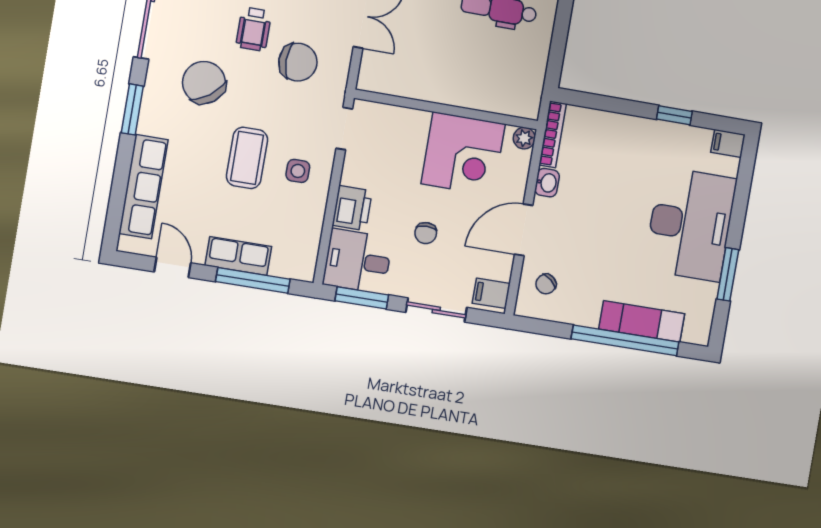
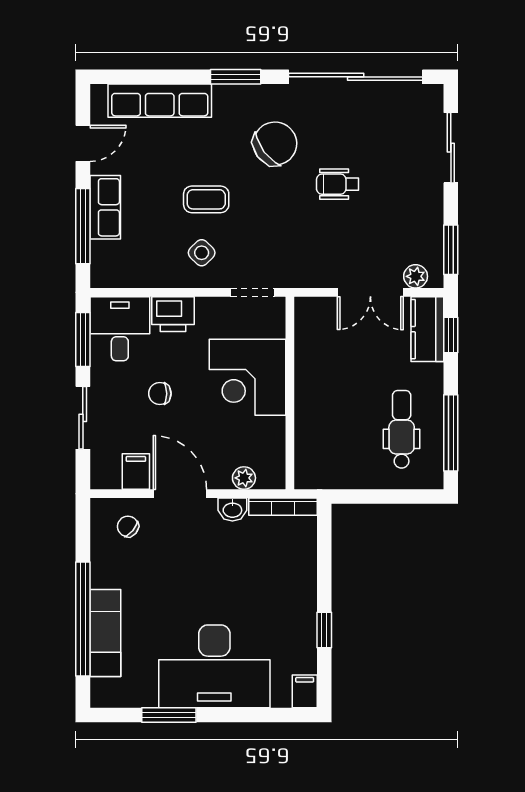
chair: (298, 62) -> (312, 234), removed
plant: (524, 138) -> (244, 478), moved
corner desk: (463, 154) -> (247, 377), moved
coffee table: (247, 158) -> (206, 199), width x0.73, depth x0.77
side table: (298, 171) -> (202, 253), turned 45
filing cabinet: (491, 293) -> (136, 471), moved

